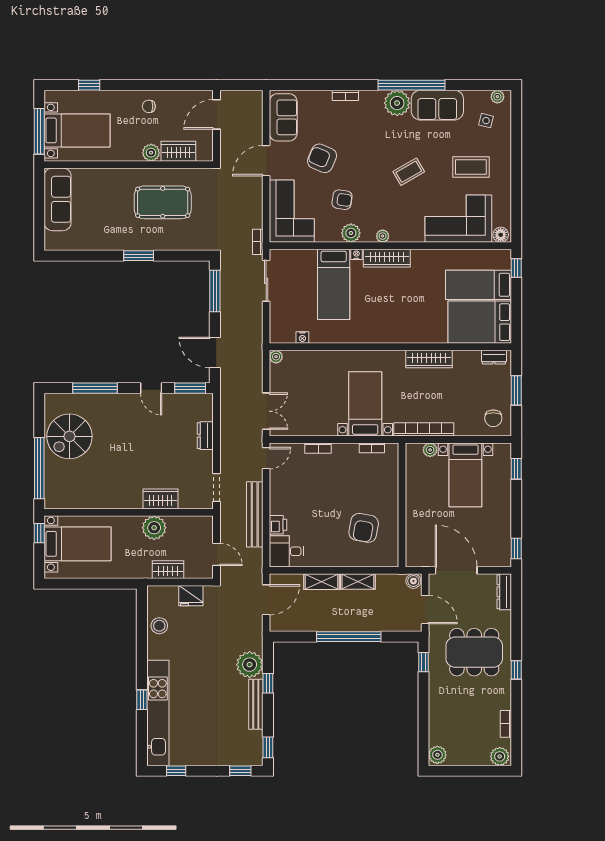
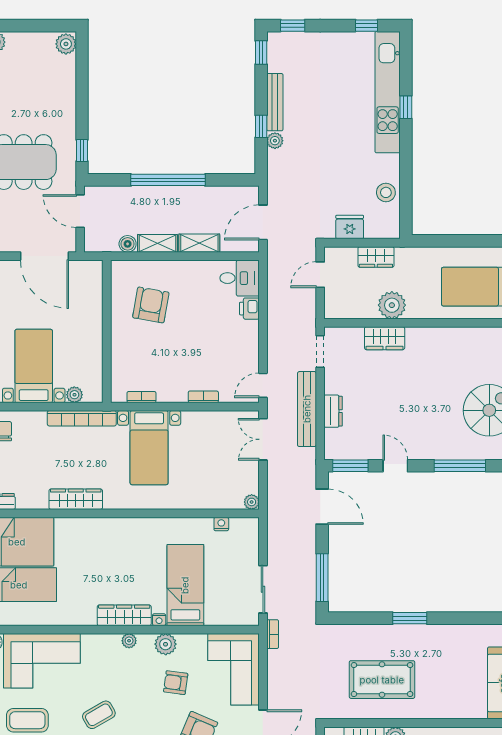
bench: (255, 514) -> (307, 409), moved
door: (216, 554) -> (320, 275), hinge flipped
boiler: (413, 581) -> (128, 244), moved
plant: (250, 665) -> (275, 141), width x0.53, depth x0.53

